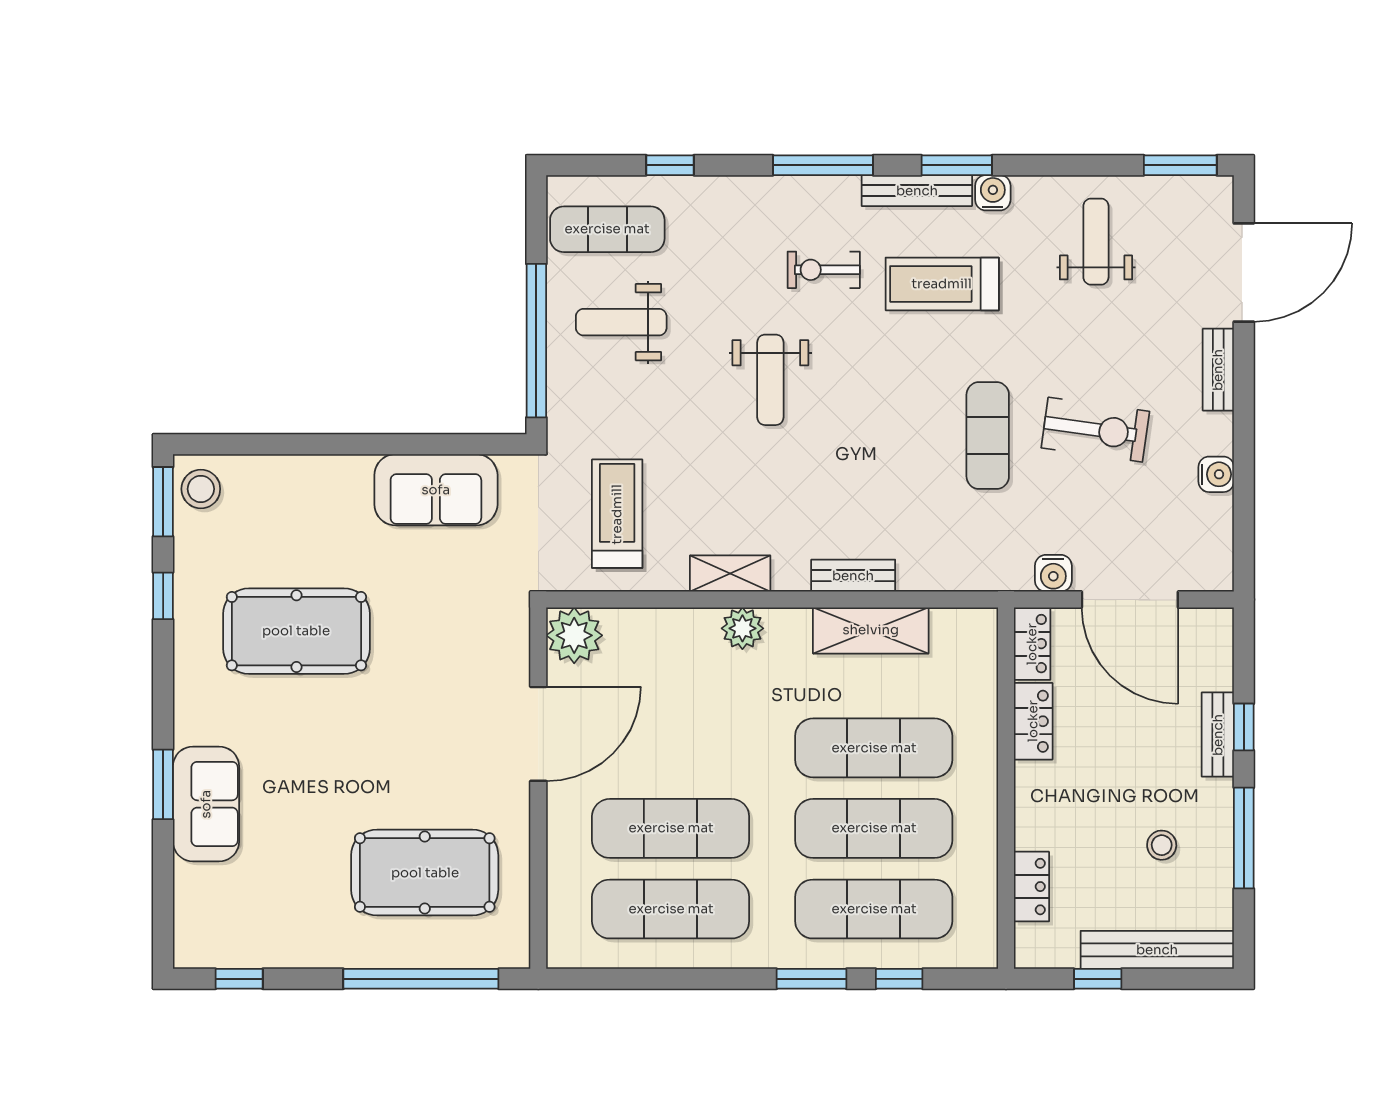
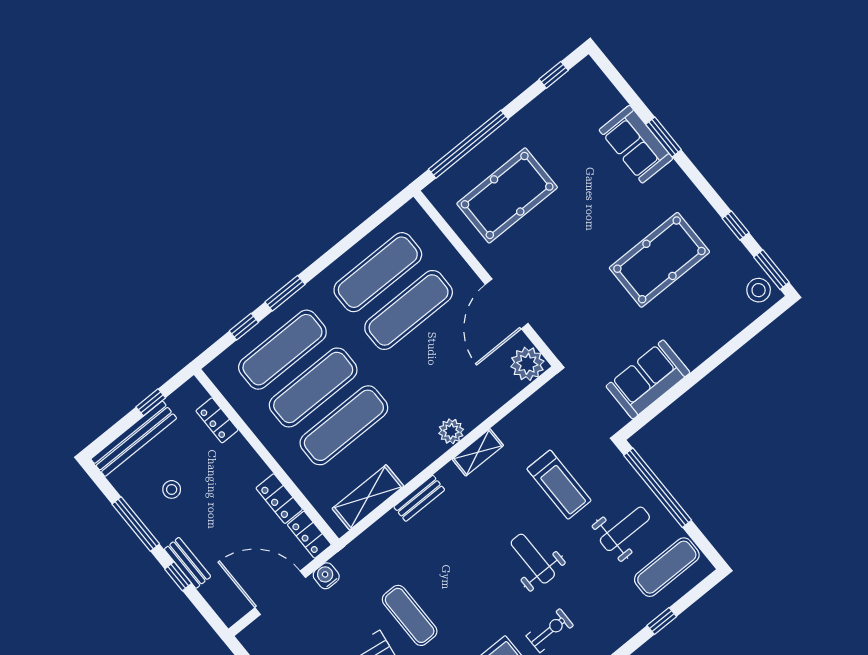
treadmill: (617, 514) -> (559, 485), moved
shelving: (871, 630) -> (368, 497), moved

